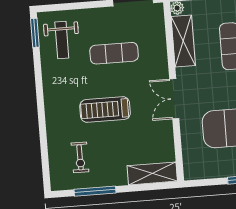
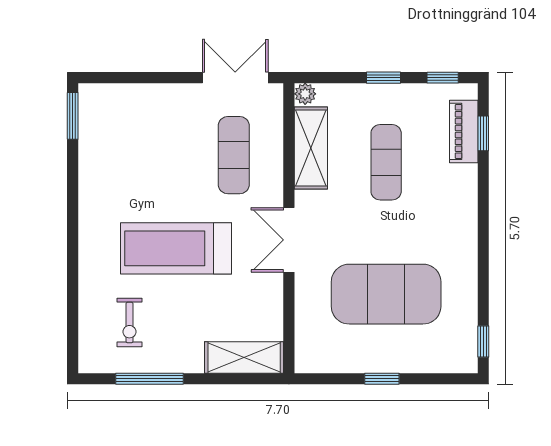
weight bench: (62, 40) -> (115, 131), removed
exercise mat: (114, 53) -> (234, 155), moved, turned 90
treadmill: (105, 110) -> (176, 248), width x1.37, depth x1.38

